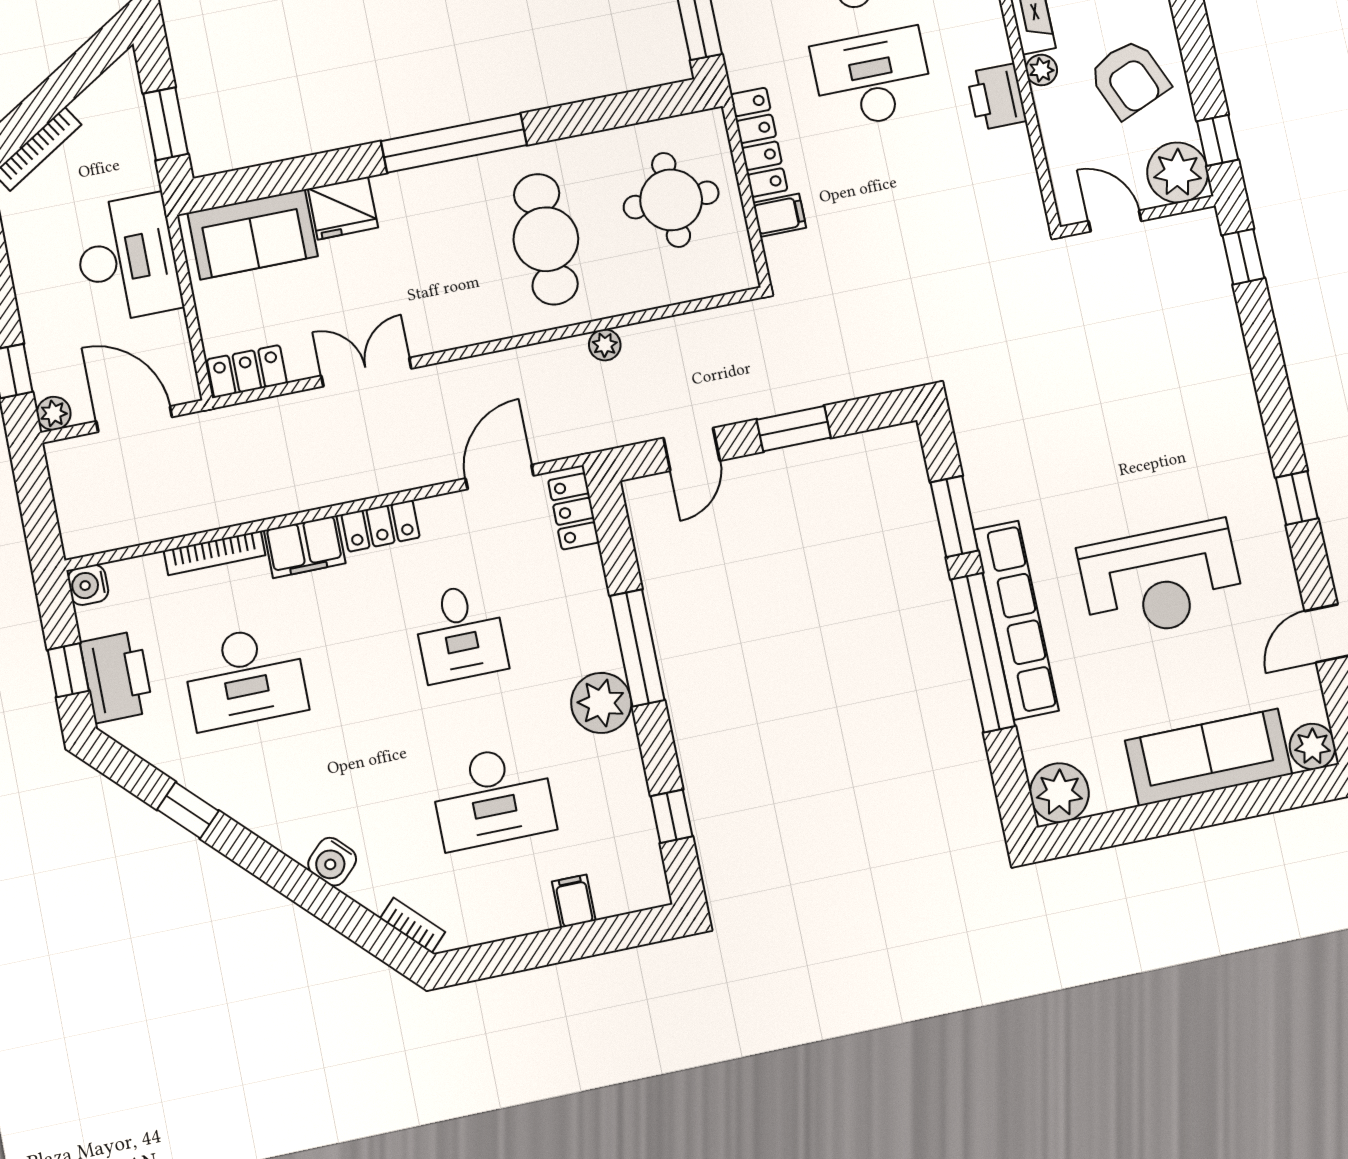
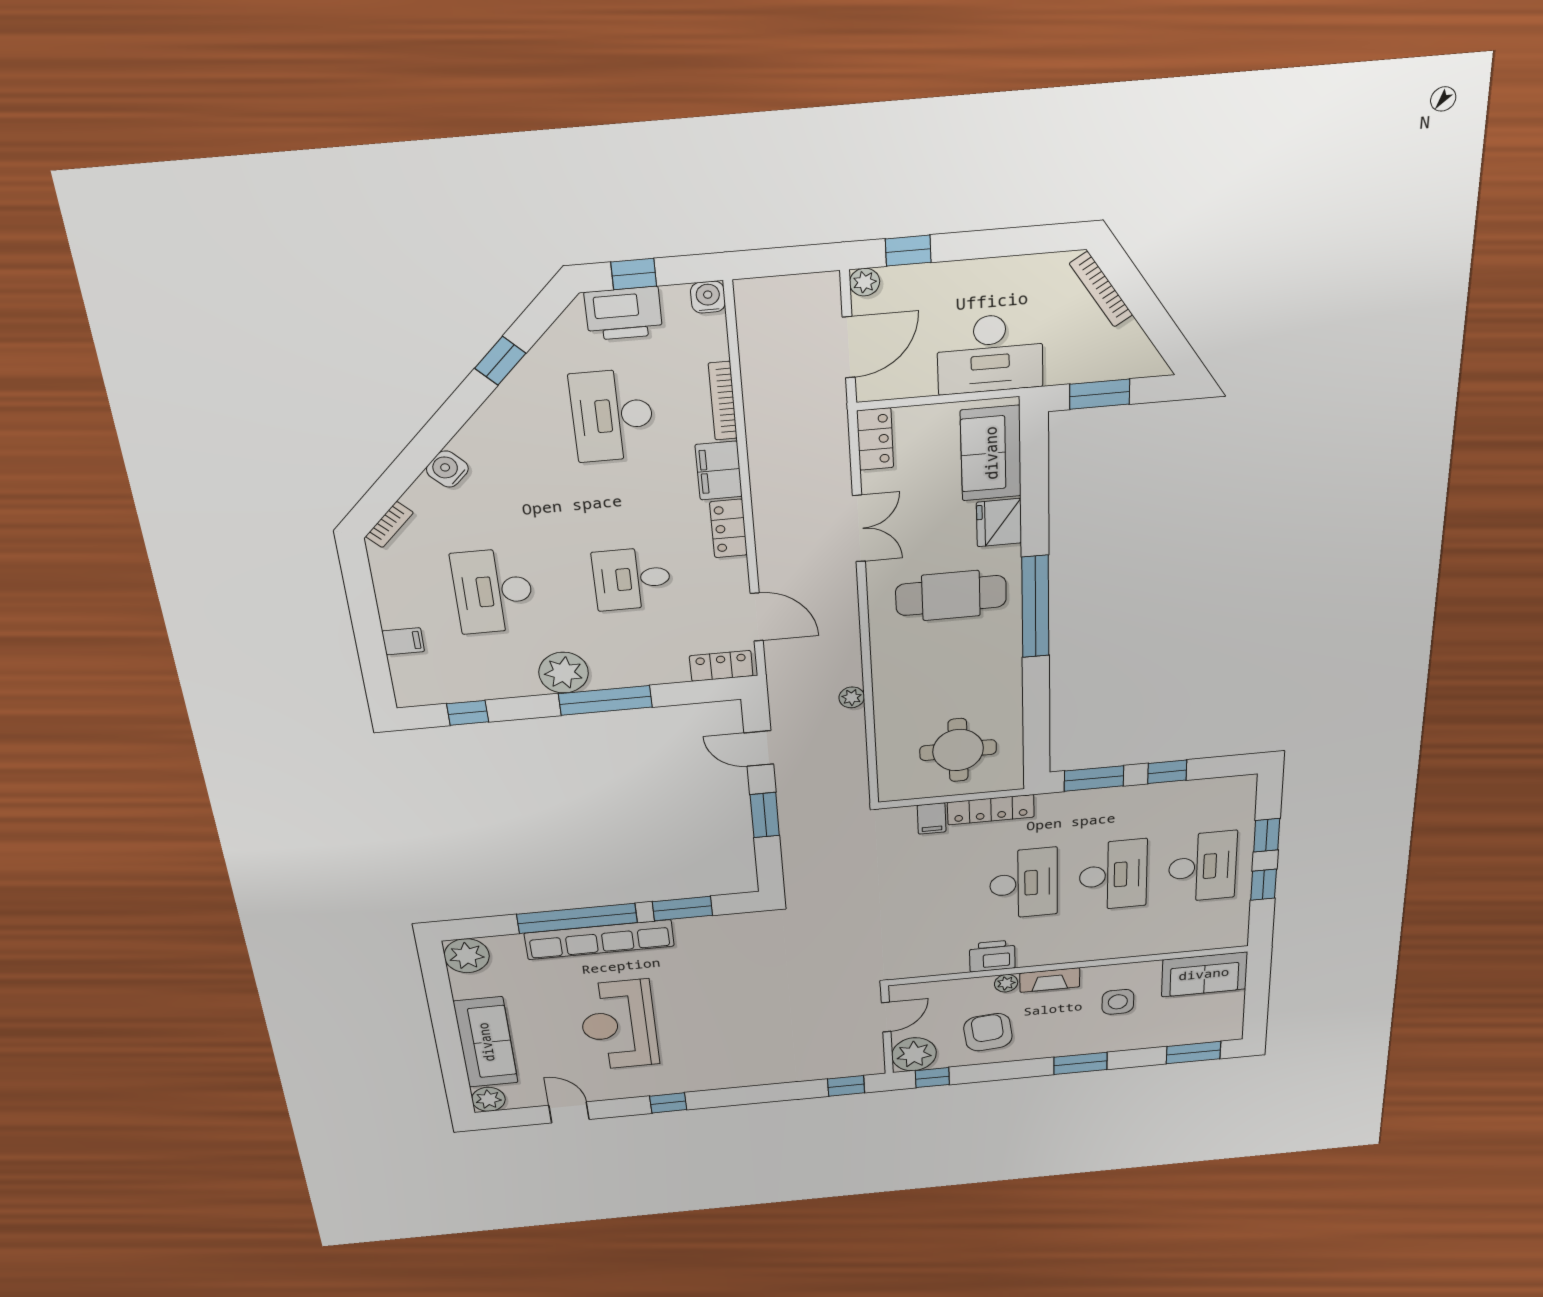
armchair: (1129, 79) -> (988, 1032), turned 107
cafe table: (546, 239) -> (951, 596), moved

